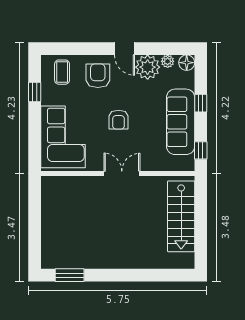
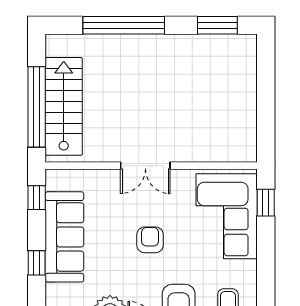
window: (35, 92) -> (266, 203), moved
window: (201, 216) -> (37, 107), added
window: (138, 275) -> (124, 25), added

